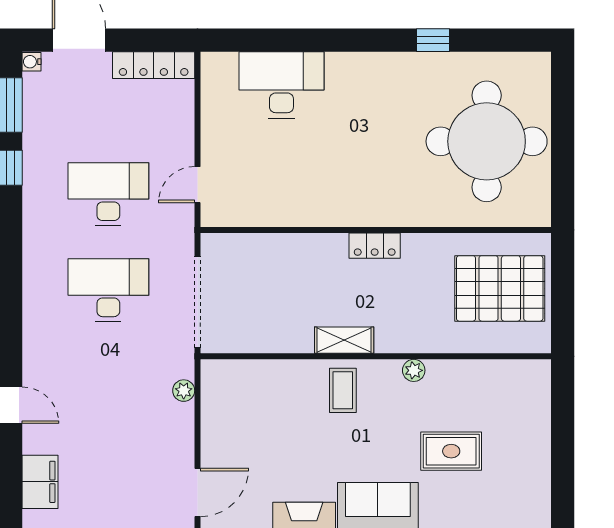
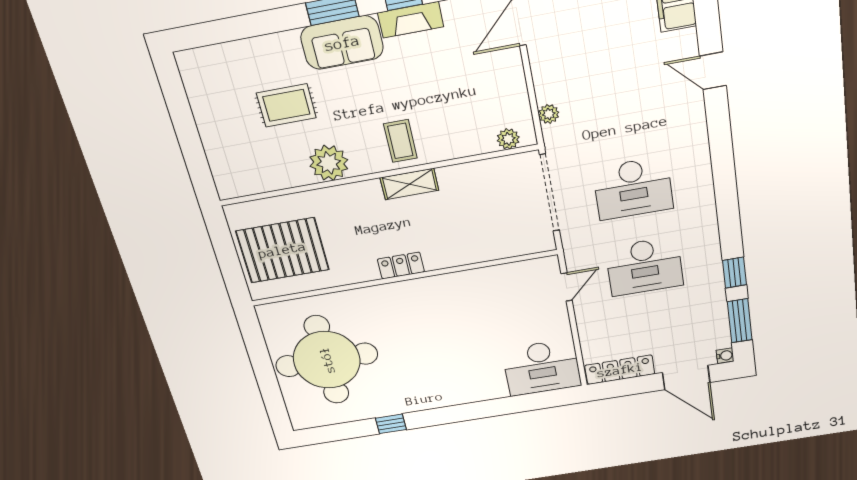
desk: (281, 85) -> (542, 368), moved
plant: (414, 370) -> (329, 163), width x1.88, depth x1.88
plant: (230, 371) -> (508, 139), added

